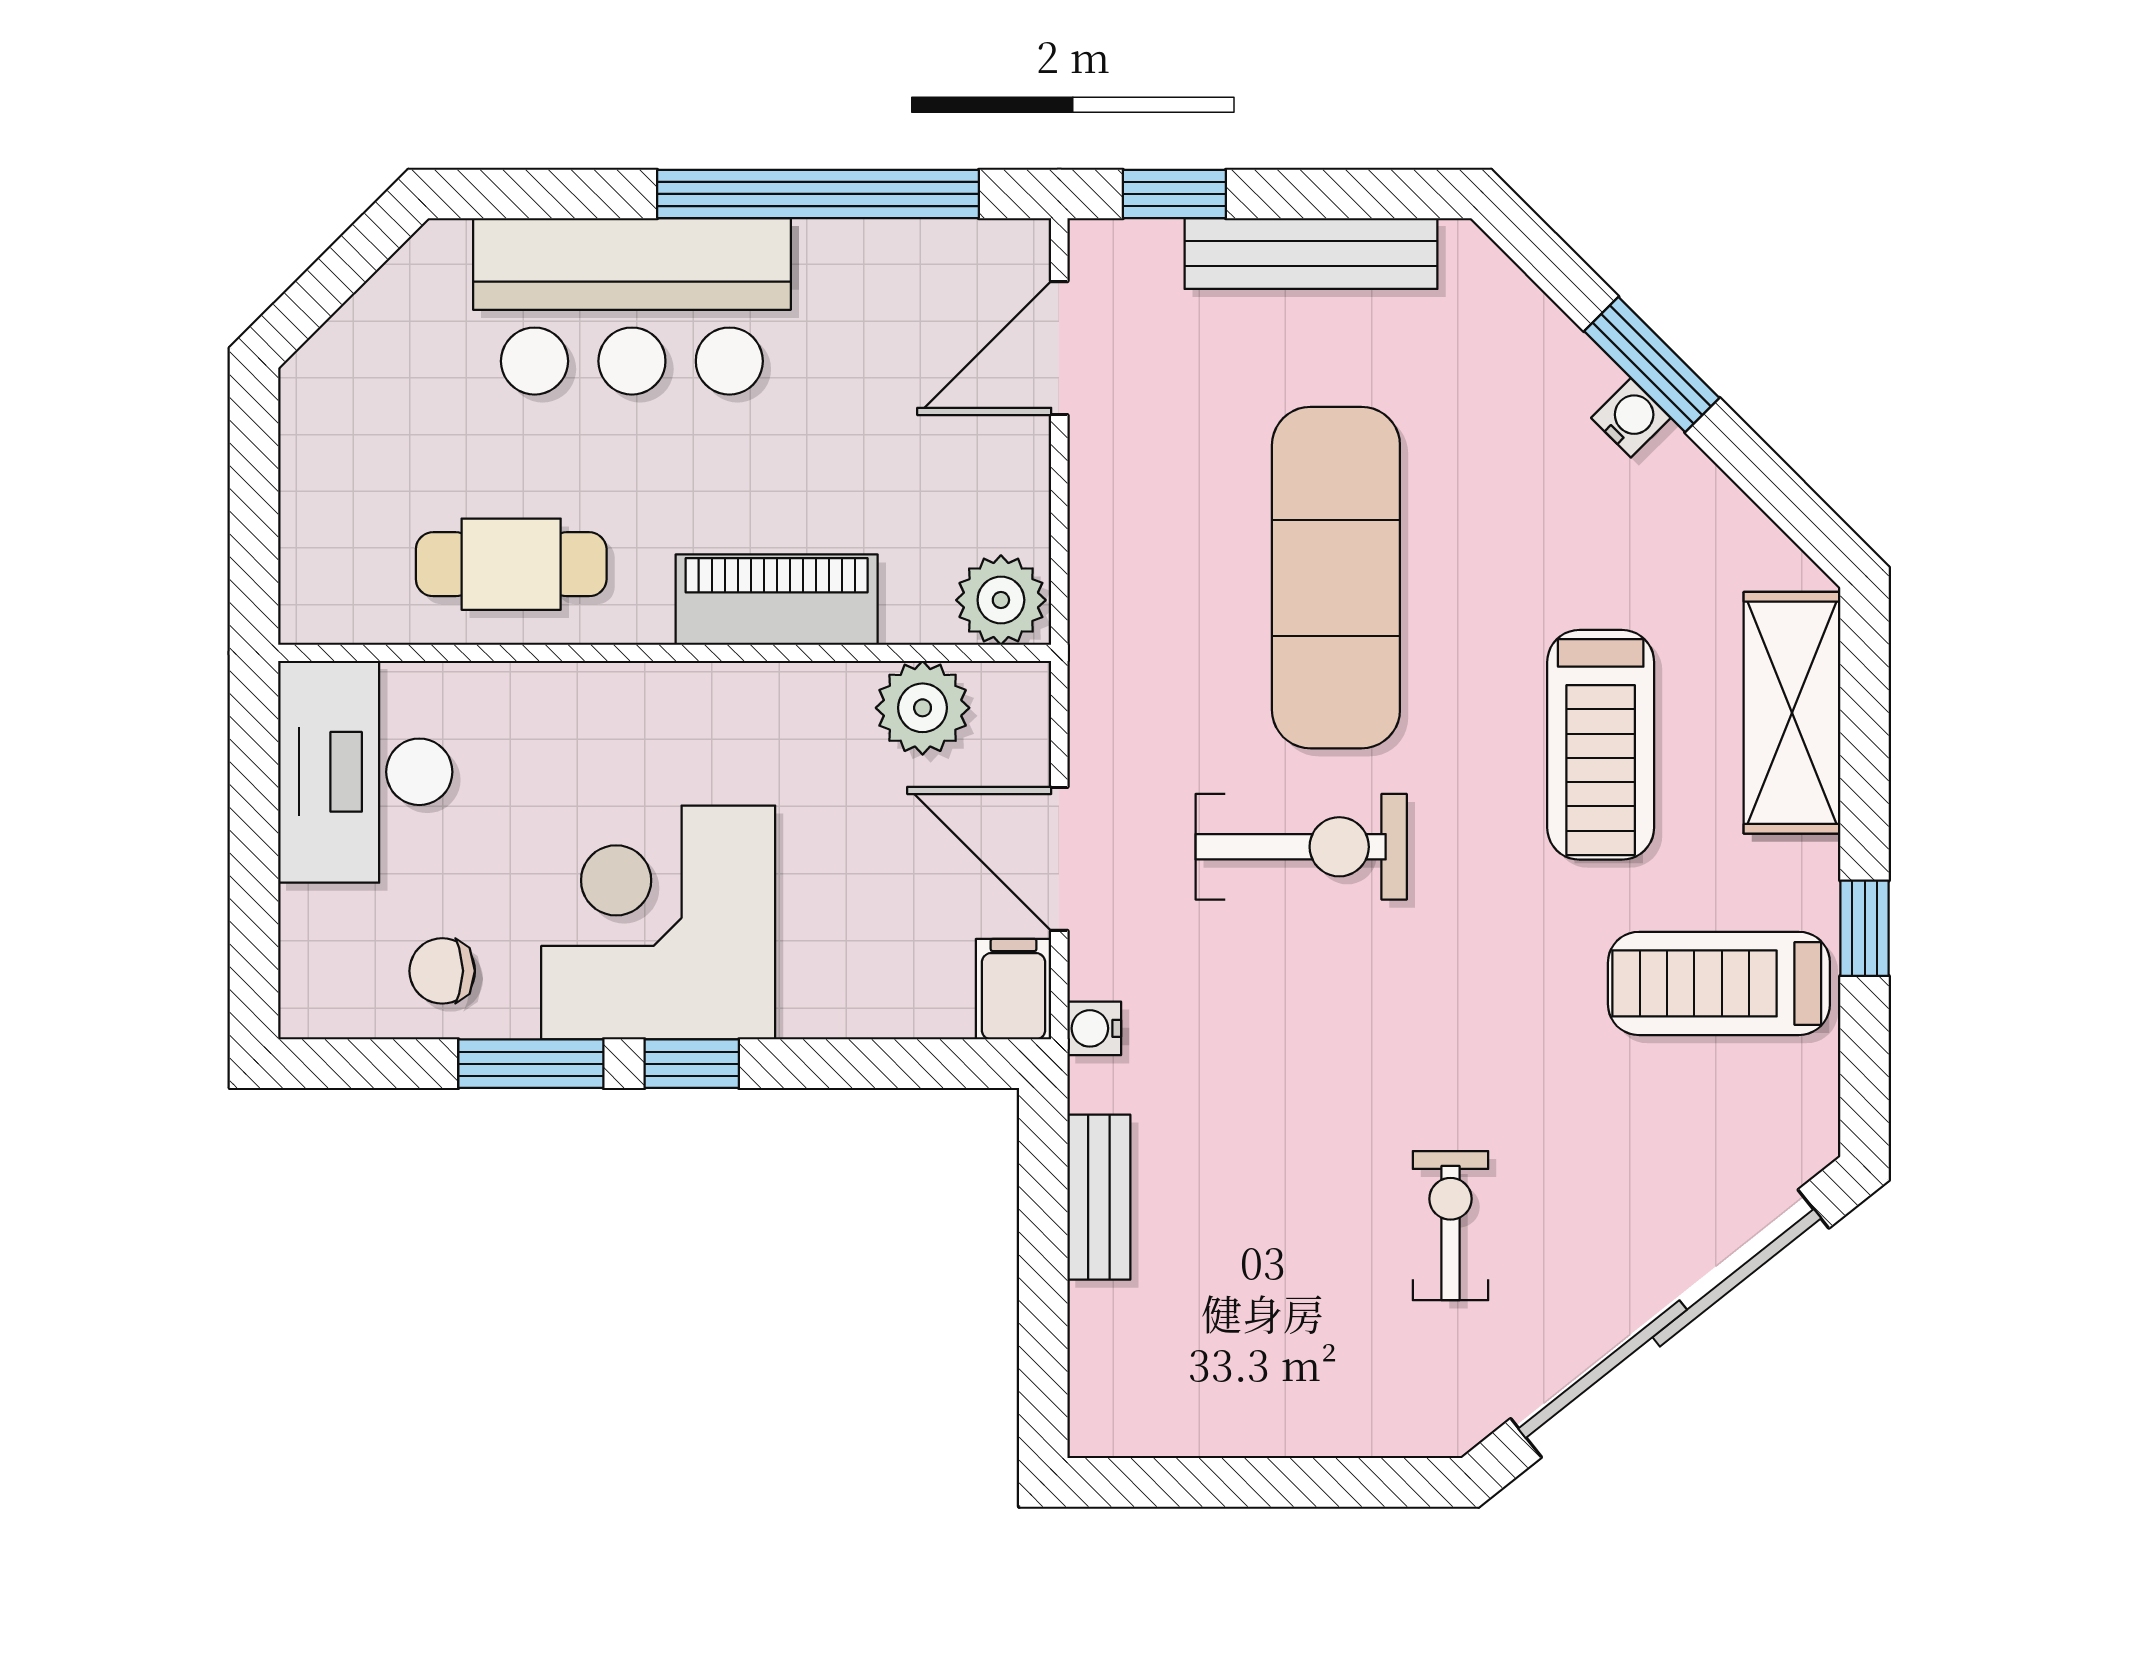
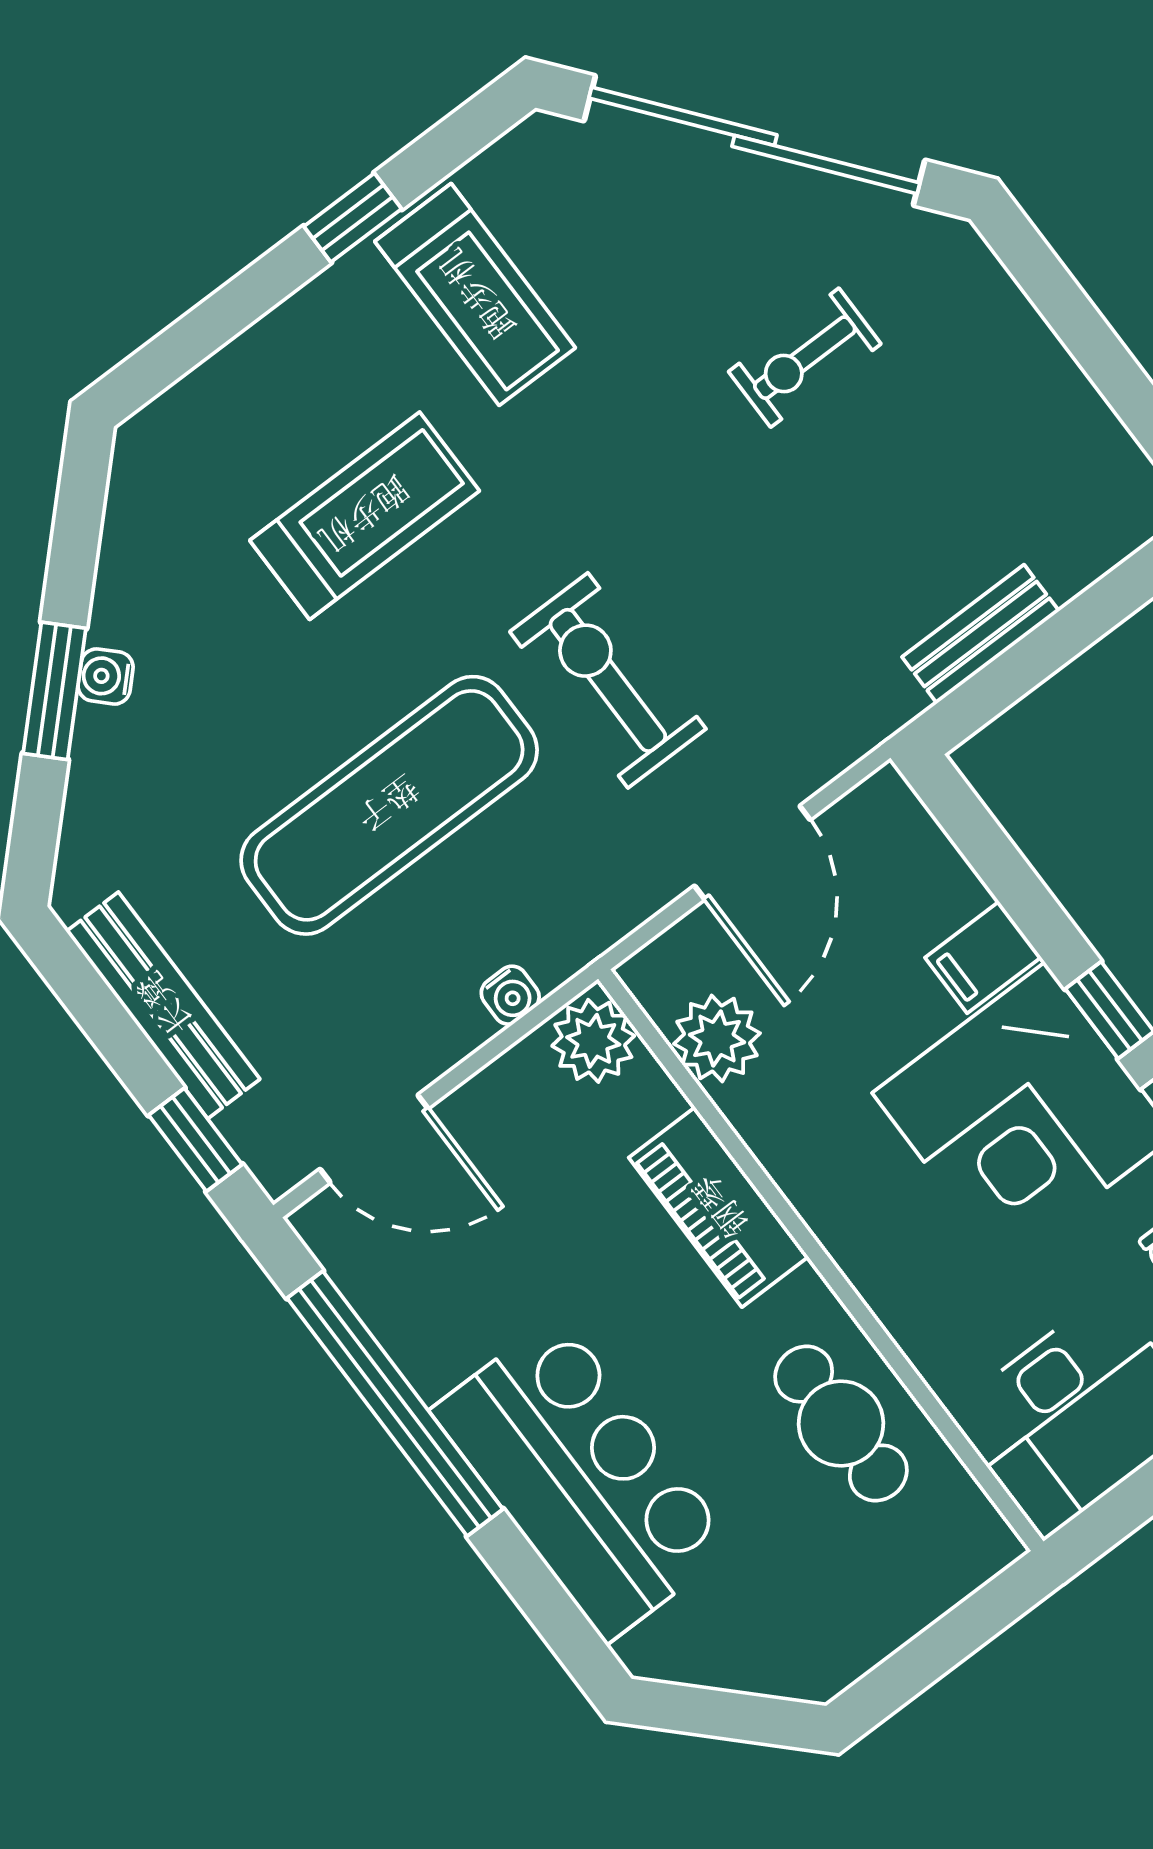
shelving: (1792, 713) -> (234, 392), removed
filing cabinet: (1014, 989) -> (983, 957), moved
water cooler: (1094, 1028) -> (510, 995), moved

